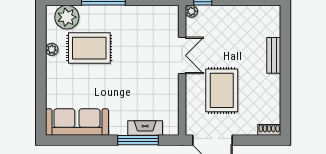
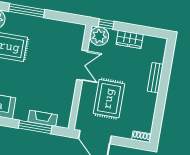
plant: (191, 11) -> (99, 36), width x1.88, depth x1.88
wardrobe: (235, 14) -> (130, 39), added

